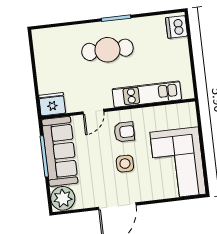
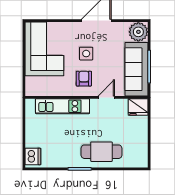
cafe table: (107, 50) -> (102, 152), moved
armchair: (124, 132) -> (84, 79), turned 90

